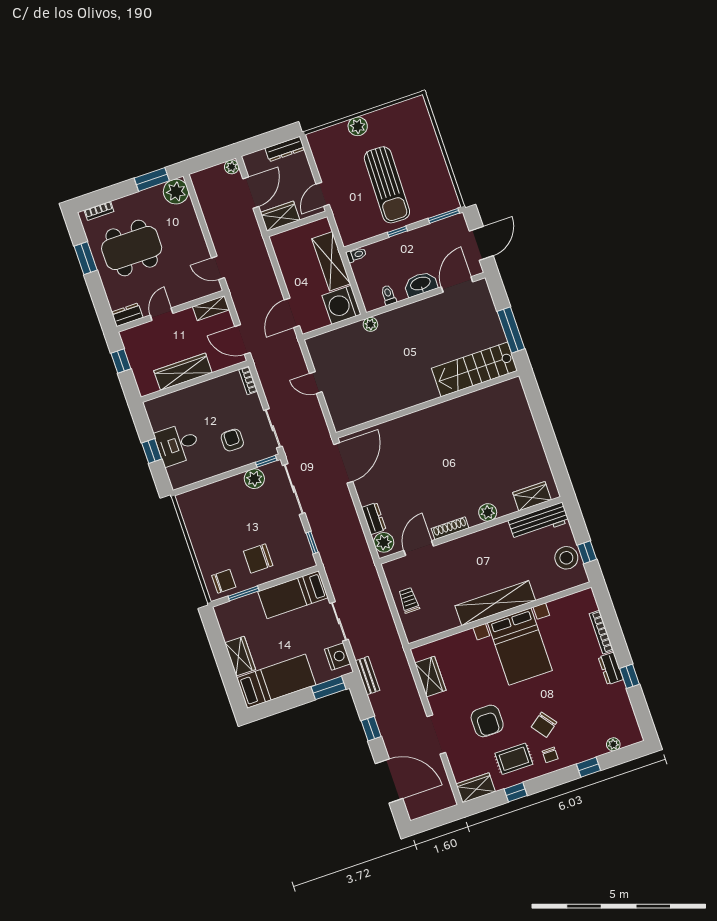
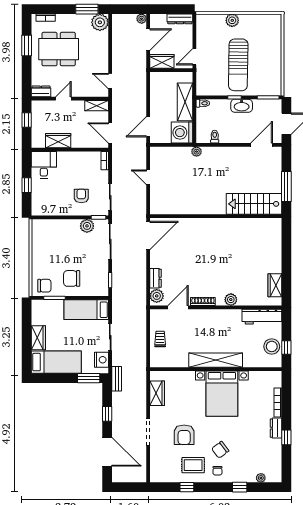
washbasin: (421, 284) -> (242, 106), moved, turned 180
wardrobe: (183, 372) -> (58, 141), width x0.67
desk: (177, 444) -> (44, 165), moved, turned 90
wardrobe: (532, 496) -> (275, 285), moved, turned -90
wardrobe: (476, 788) -> (162, 476), removed

